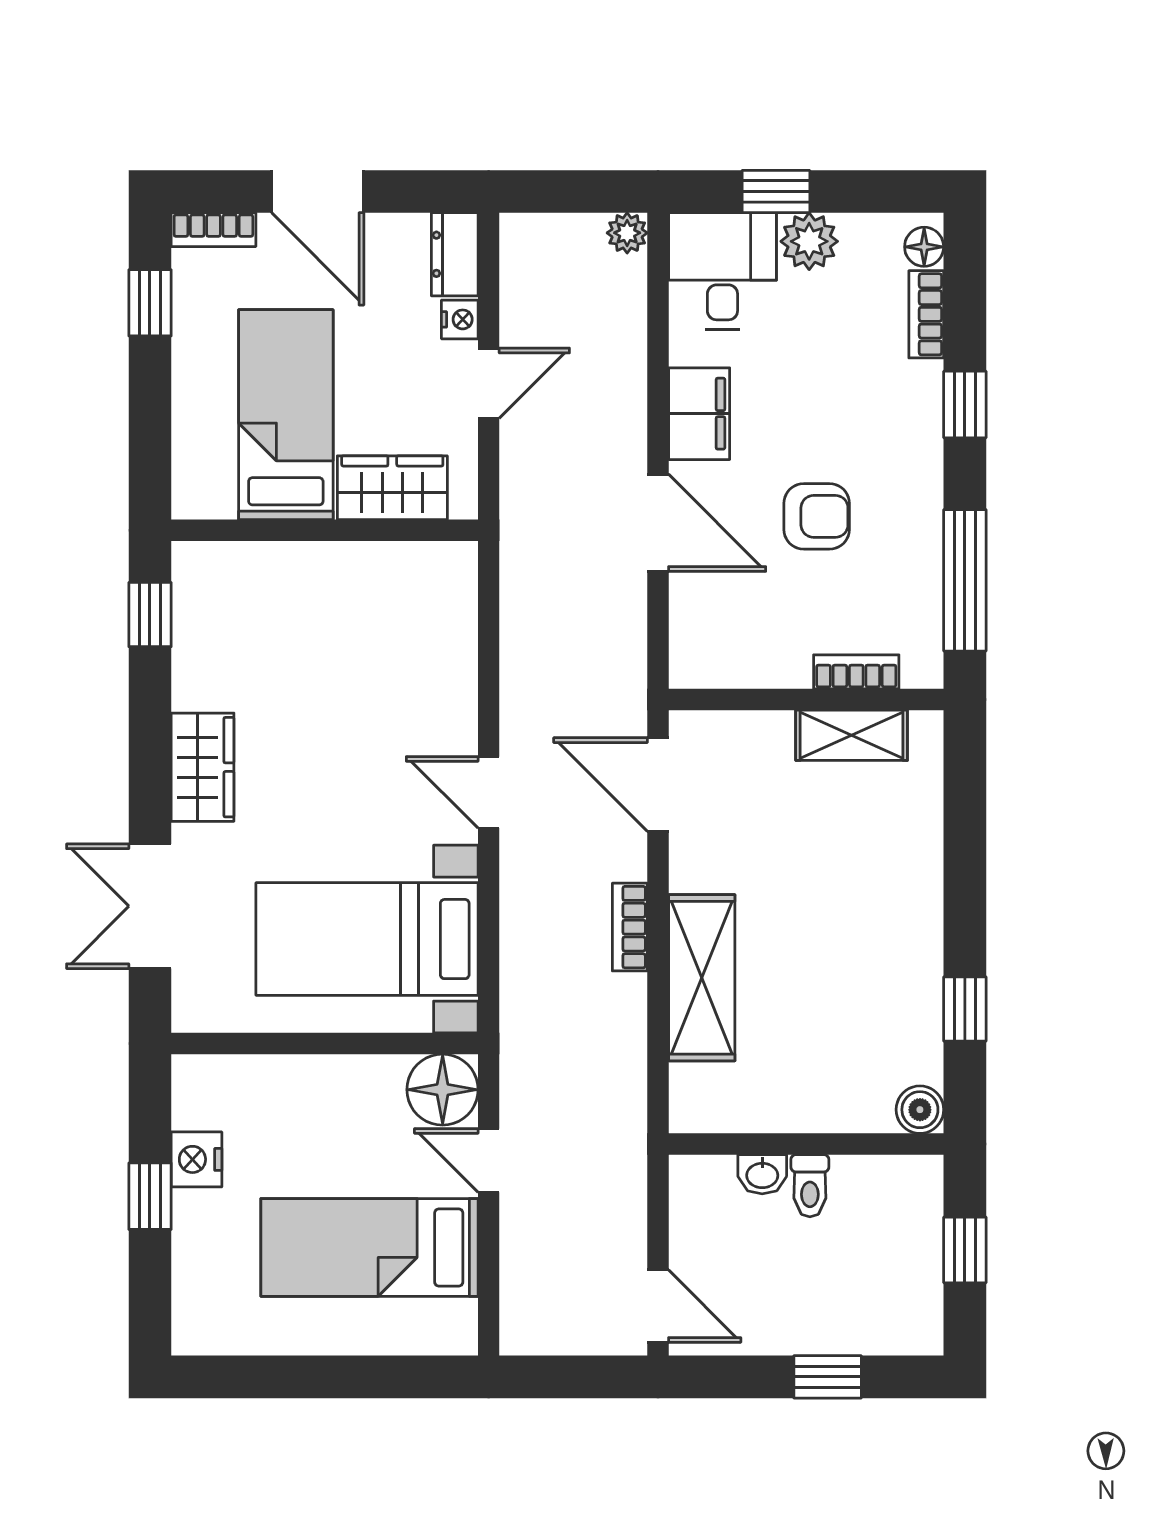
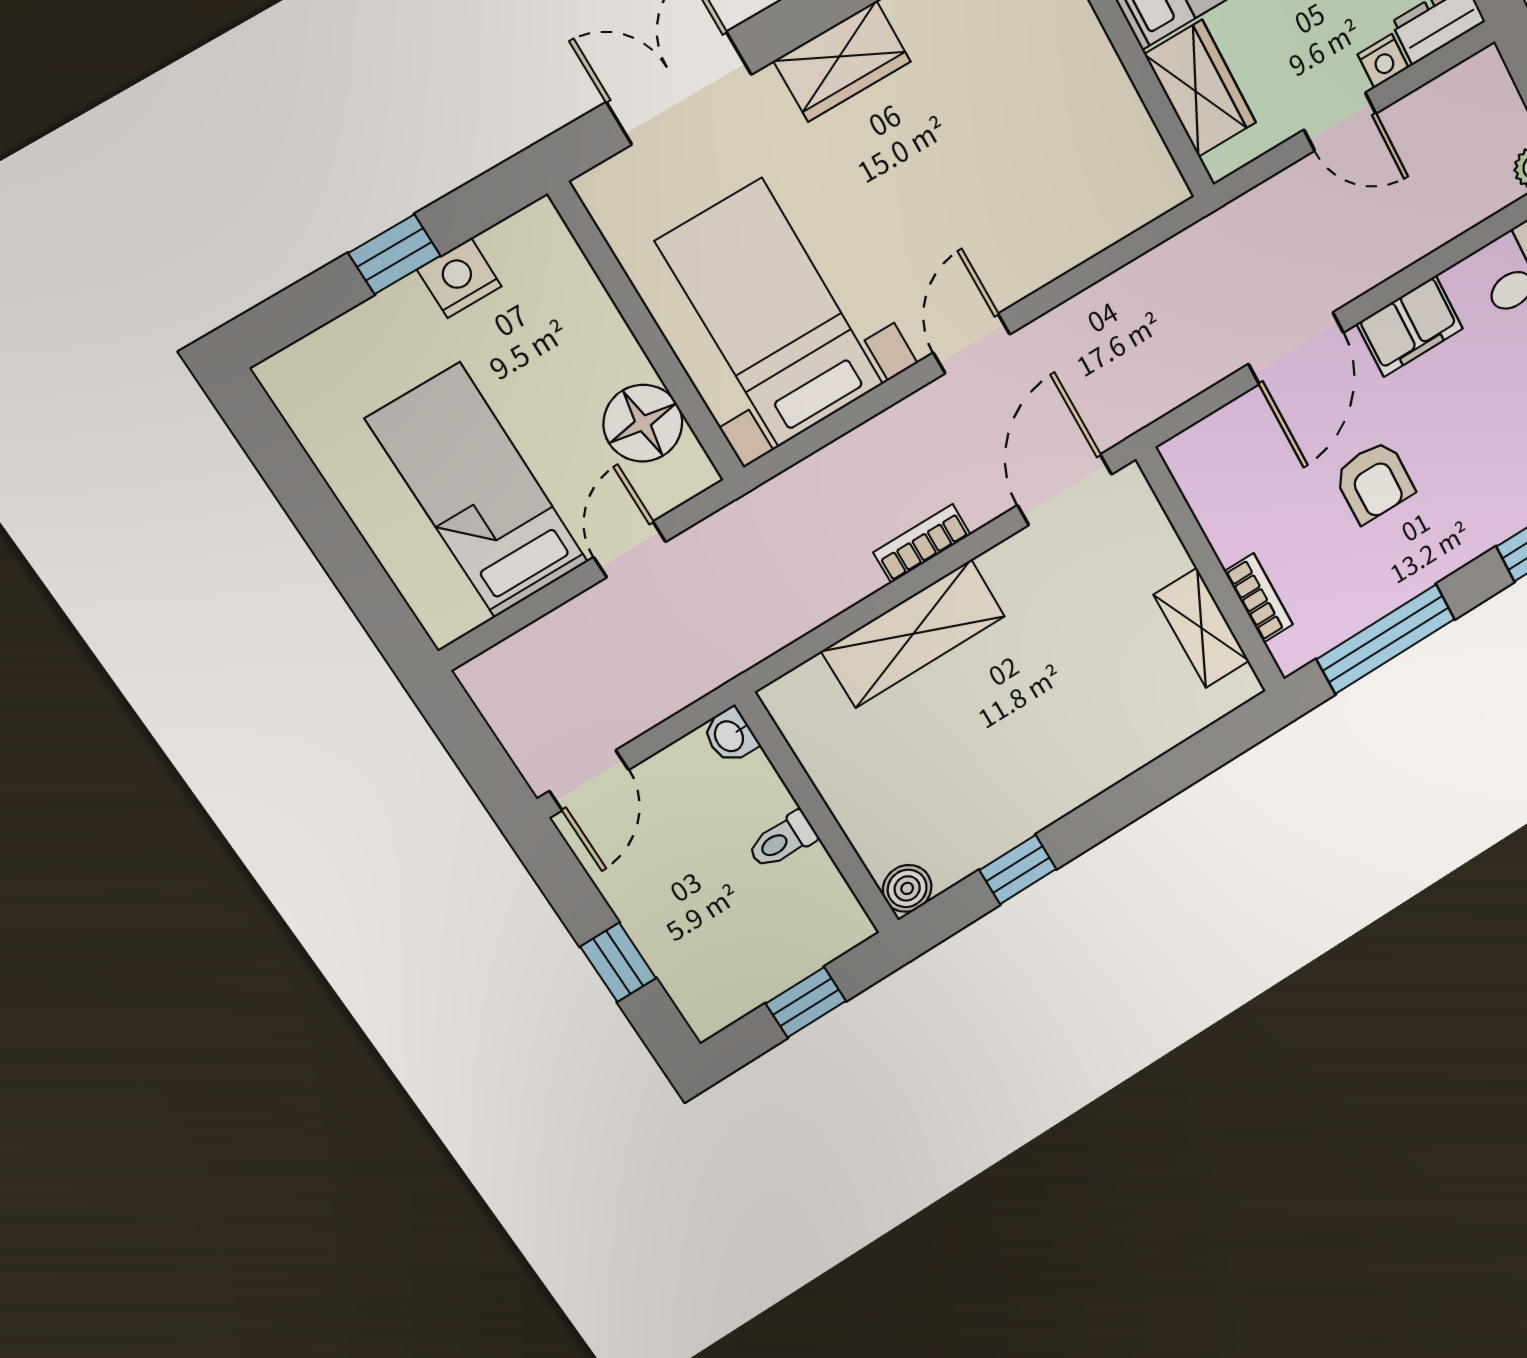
floor lamp: (443, 1090) -> (643, 423), moved
washbasin: (762, 1174) -> (730, 736), moved

